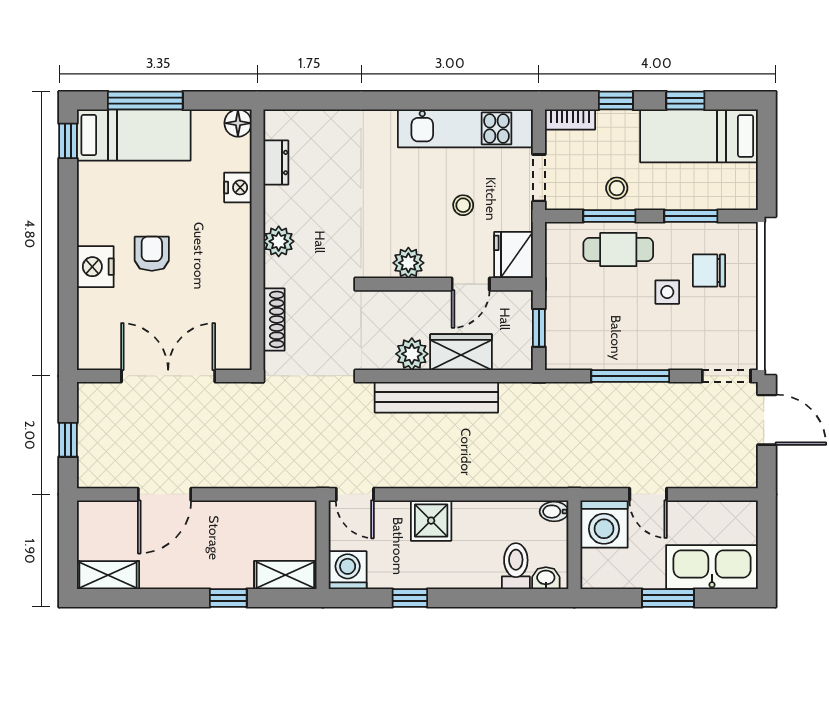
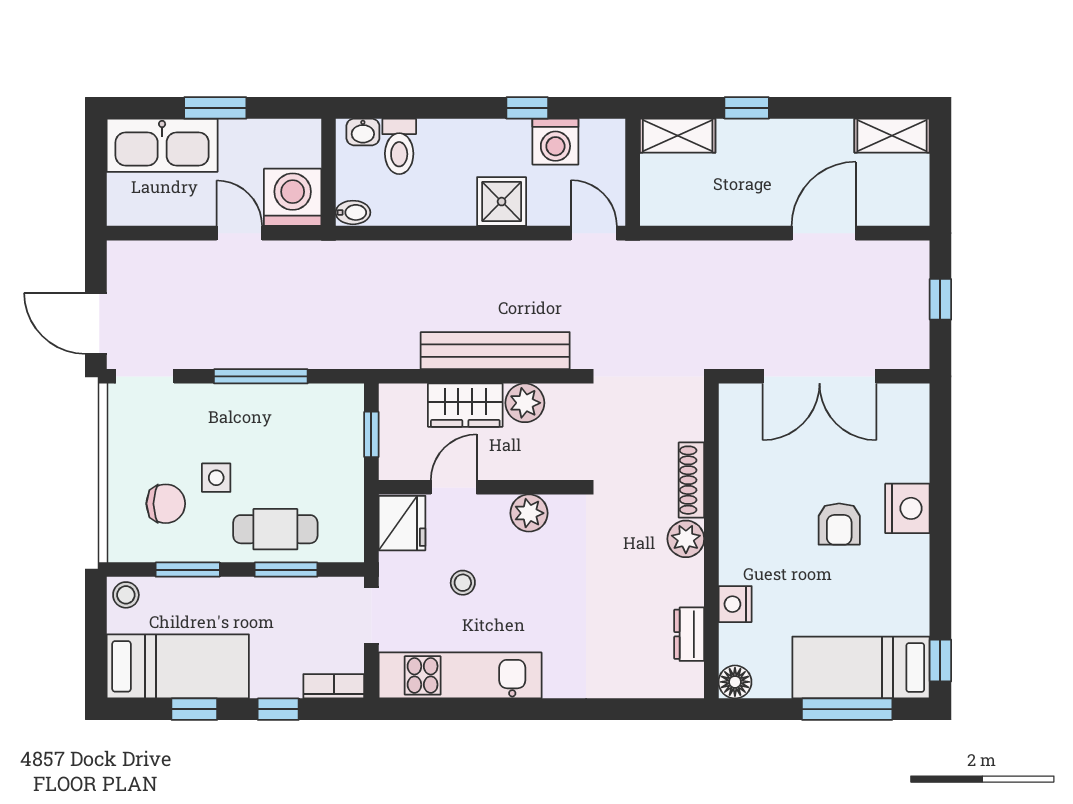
stool: (617, 188) -> (126, 595), moved
shoe rack: (274, 319) -> (691, 480), moved
washing machine: (348, 570) -> (555, 142), moved

